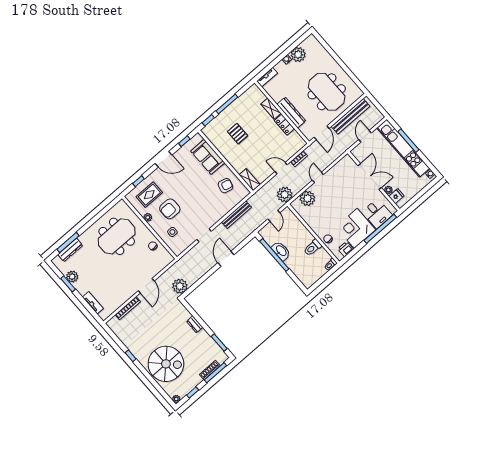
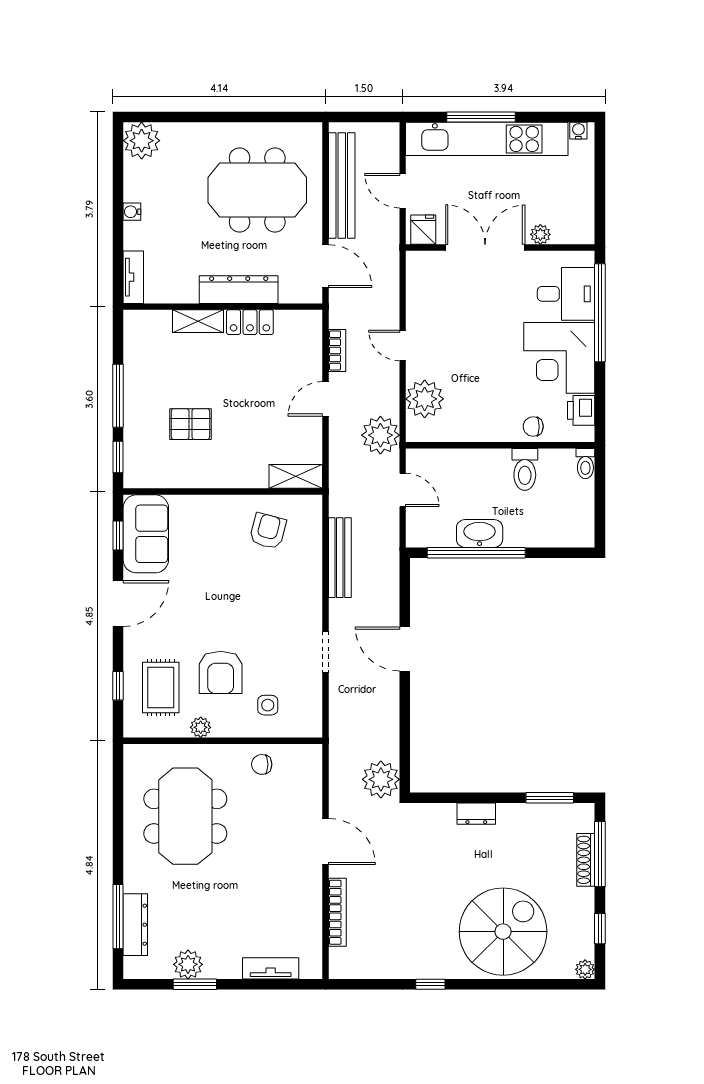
plant: (298, 54) -> (142, 141), moved
sofa: (208, 157) -> (146, 534), moved, turned -90
fridge: (396, 196) -> (423, 230), moved

